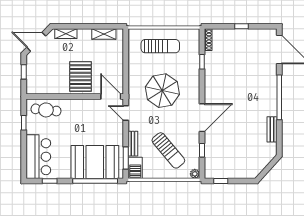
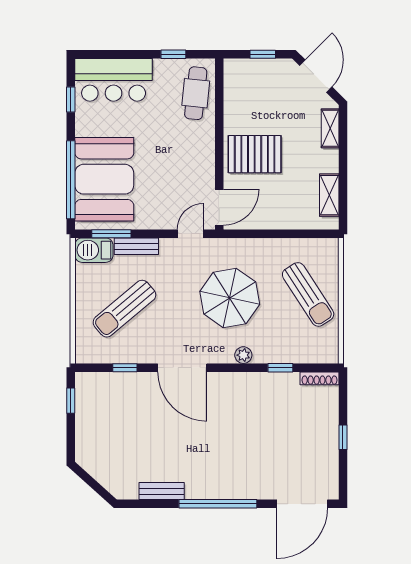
sun lounger: (160, 46) -> (308, 294), turned -33
plant: (195, 174) -> (243, 355), moved

